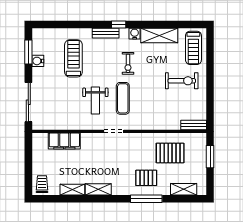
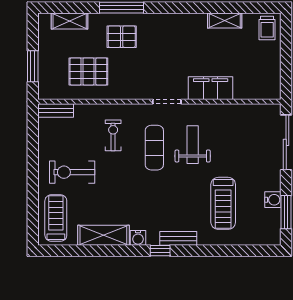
exercise bike: (128, 63) -> (113, 135), moved
filing cabinet: (64, 141) -> (211, 88), moved
shelving: (98, 189) -> (188, 21), removed

